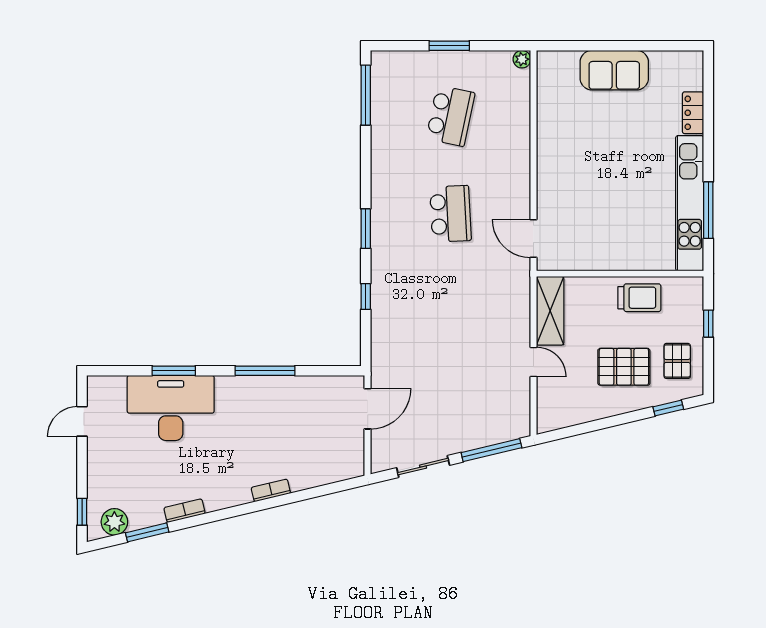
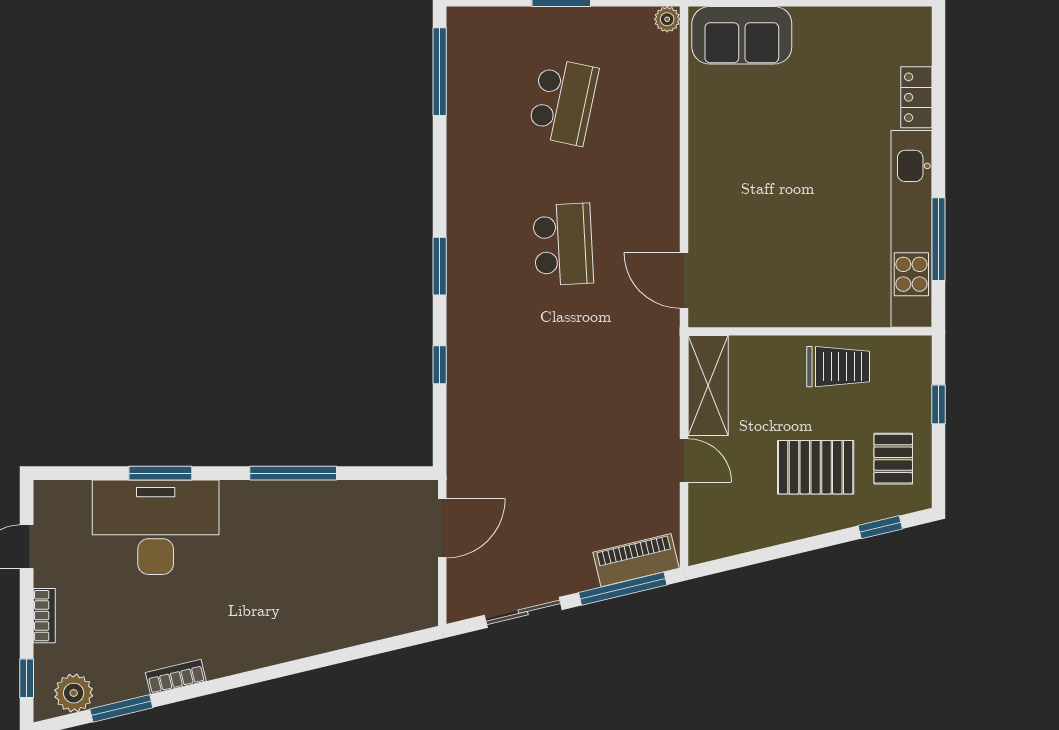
sofa: (614, 70) -> (742, 35), moved
piano: (501, 431) -> (636, 560), added
bookcase: (271, 490) -> (44, 616), moved, turned 103

